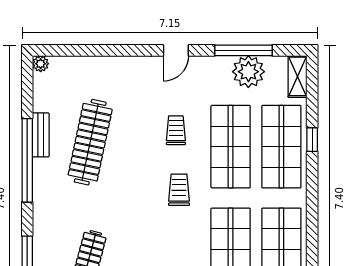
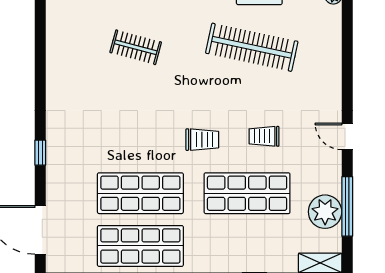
trolley: (176, 130) -> (264, 136), turned 180
shop shelf: (281, 147) -> (247, 246), removed

